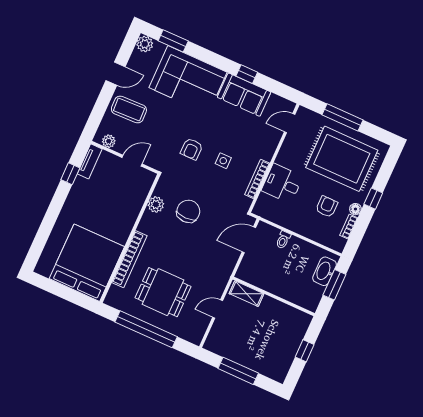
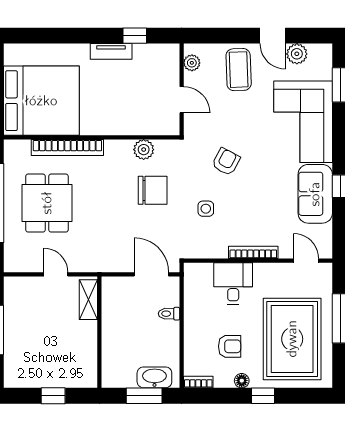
plant: (145, 44) -> (297, 54), moved
armchair: (192, 149) -> (226, 162), turned 118
tv unit: (90, 161) -> (111, 51), moved
side table: (223, 161) -> (206, 209), moved
bookcase: (257, 179) -> (253, 252), moved
bookcase: (349, 227) -> (198, 382), moved

